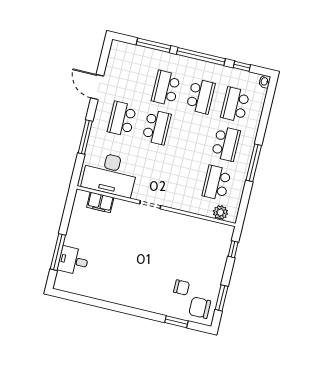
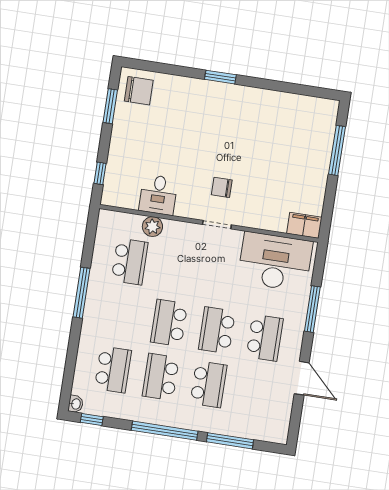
window: (242, 66) -> (92, 419), moved
school desk: (226, 144) -> (169, 323), moved
filing cabinet: (100, 202) -> (304, 225), moved
plant: (220, 212) -> (152, 227), moved
desk: (73, 261) -> (158, 195), moved, turned 90
chair: (182, 287) -> (222, 187), moved
window: (176, 322) -> (220, 77), moved

